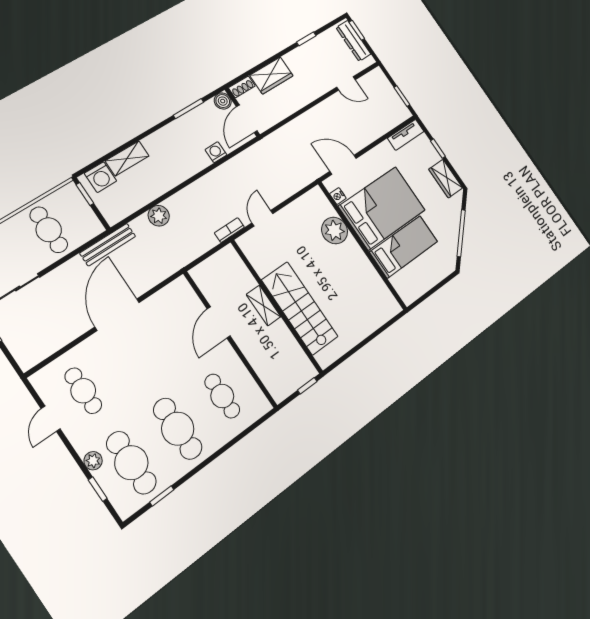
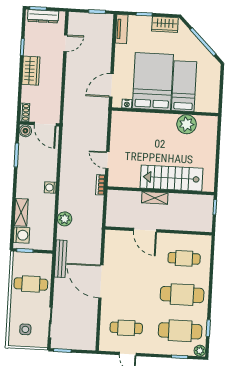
wardrobe: (271, 76) -> (31, 71), moved
washing machine: (216, 152) -> (50, 188), moved
plant: (335, 230) -> (187, 124), moved
plant: (93, 461) -> (200, 351), moved

